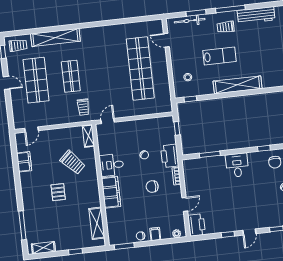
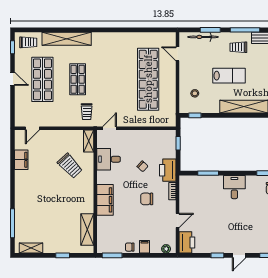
desk: (112, 165) -> (109, 159), moved
pallet: (58, 192) -> (52, 194), removed

